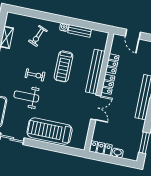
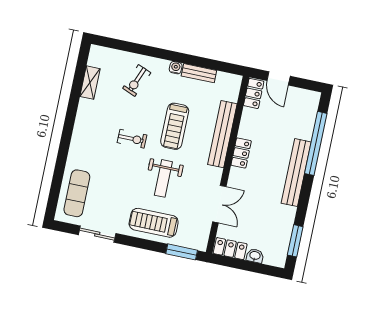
locker: (112, 64) -> (254, 93), moved
weight bench: (26, 96) -> (163, 178), moved, turned -90
double door: (96, 108) -> (219, 204), moved
treadmill: (50, 131) -> (154, 223), width x0.73, depth x0.73
window: (68, 150) -> (182, 252), added

